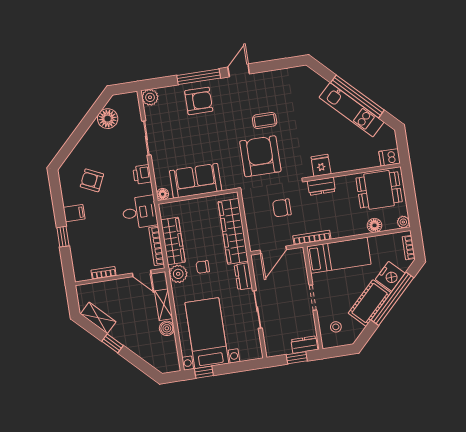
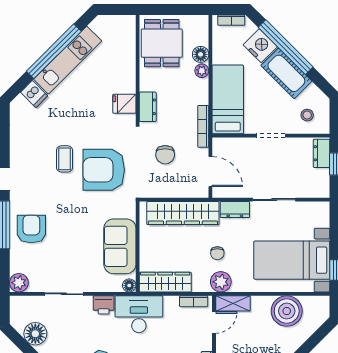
dishwasher: (390, 157) -> (34, 94), moved, turned -45
desk: (140, 212) -> (139, 314), width x1.37
plant: (403, 222) -> (202, 71), moved
wardrobe: (173, 241) -> (165, 282), moved
bookcase: (156, 246) -> (194, 301), width x0.64
shelving: (164, 305) -> (233, 303), moved
boiler: (167, 328) -> (287, 311), width x1.86, depth x1.86

